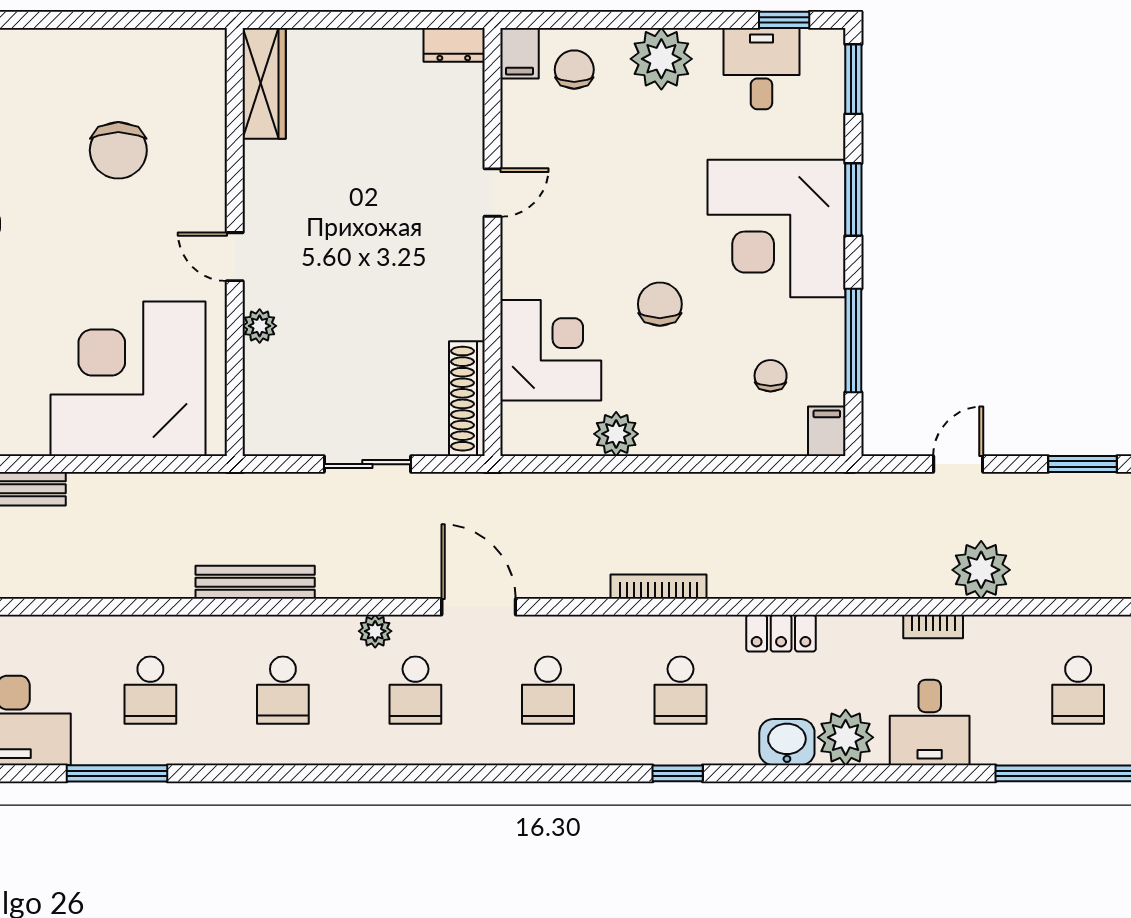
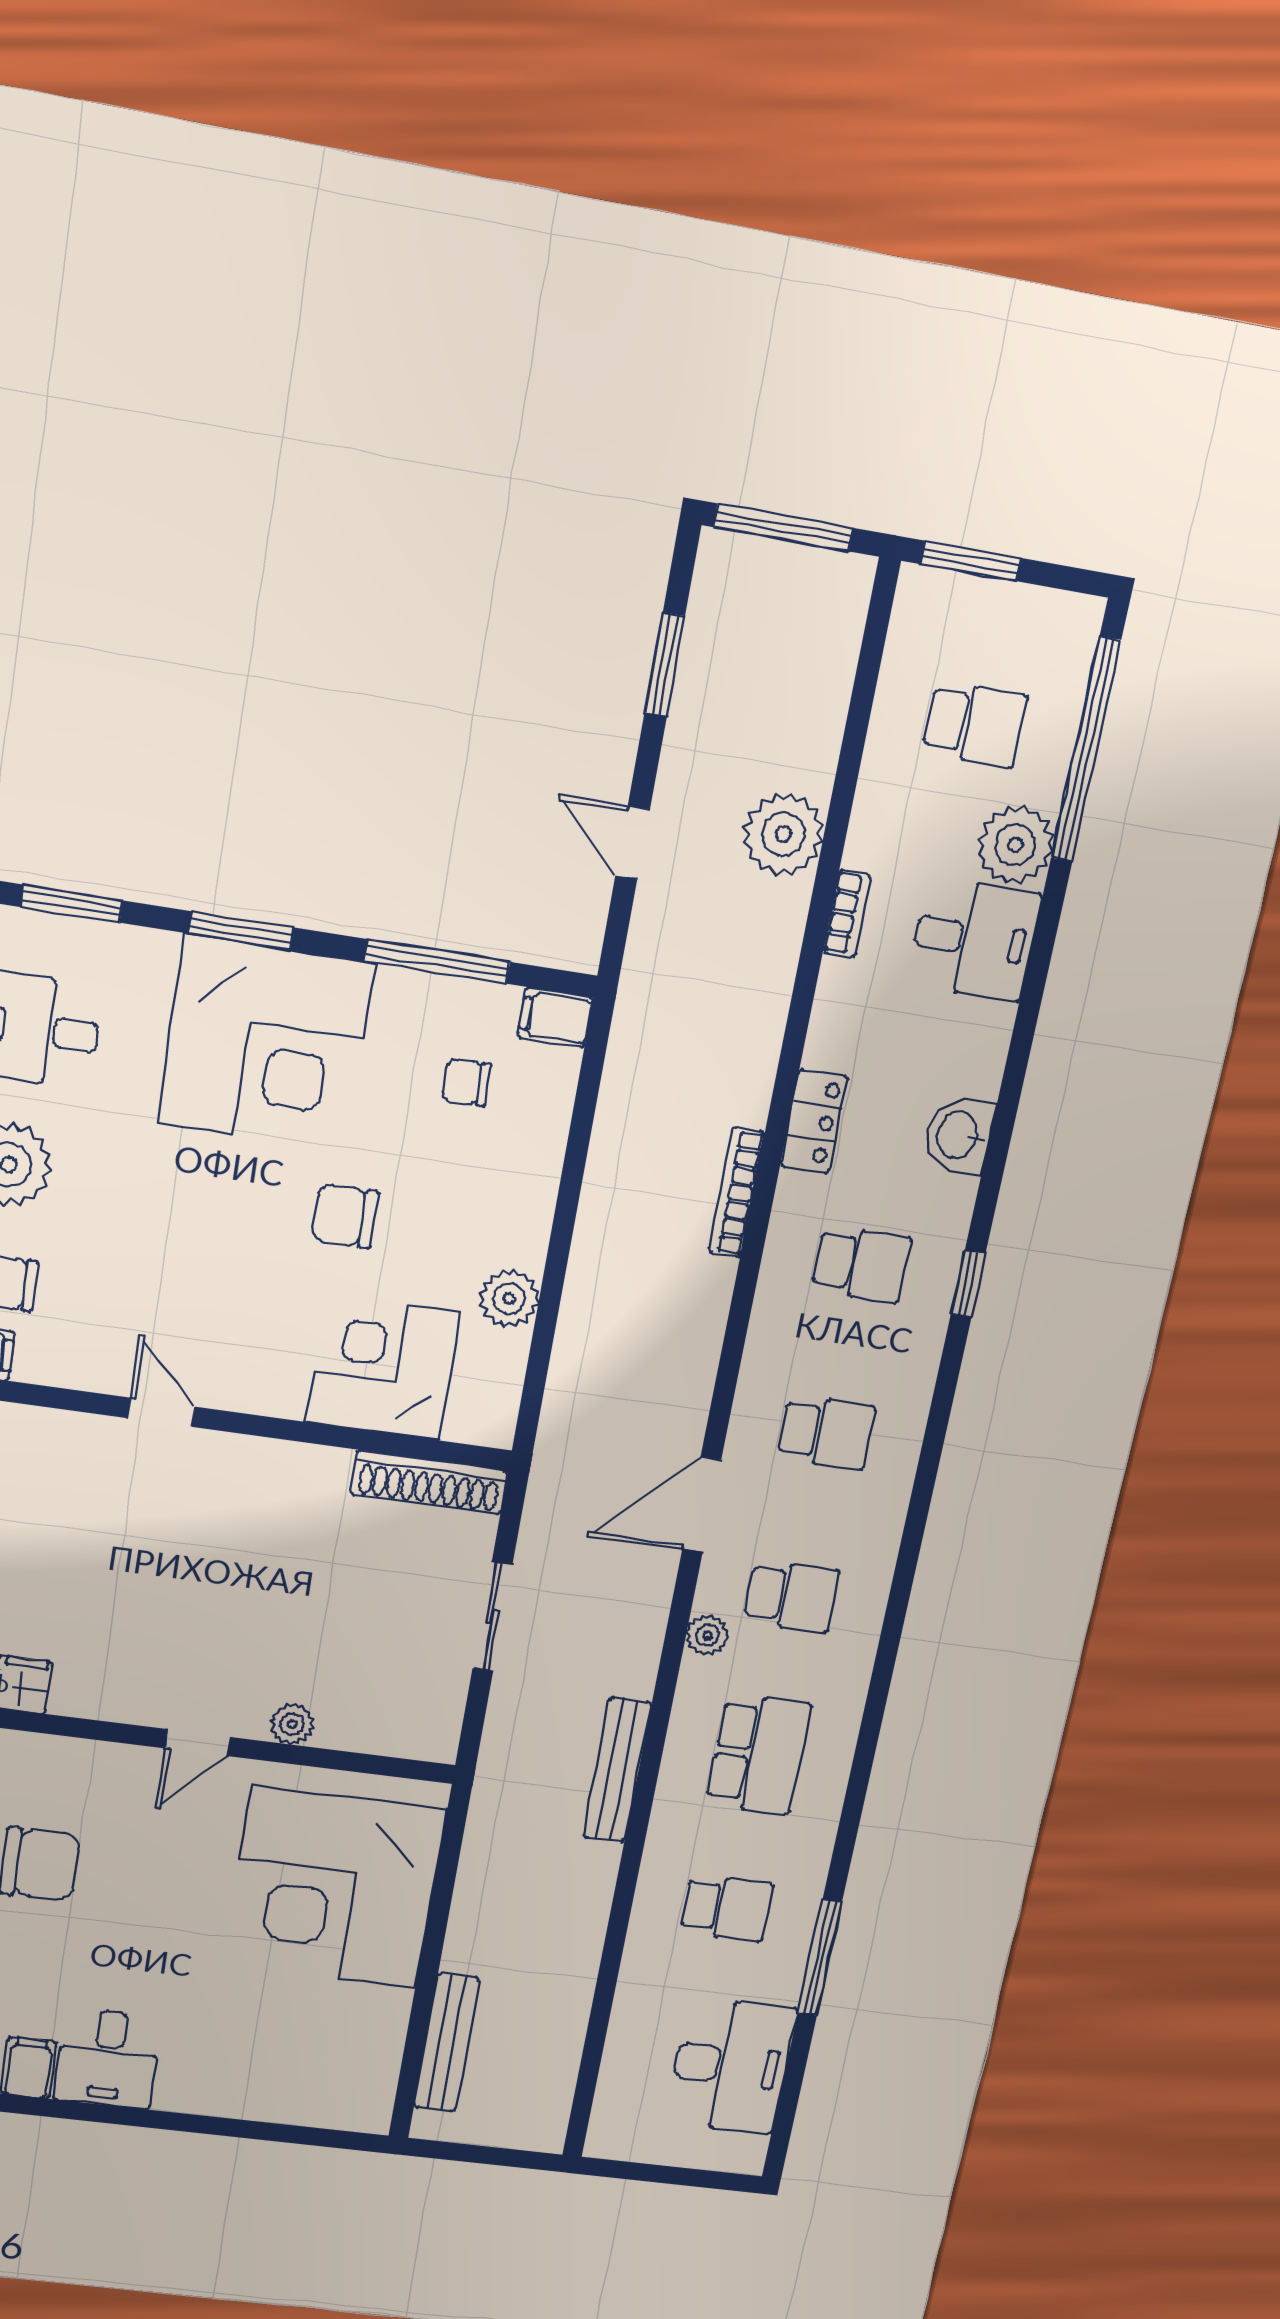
bookcase: (658, 587) -> (736, 1193), moved
school desk: (283, 690) -> (759, 1754), width x1.85
plant: (846, 737) -> (1015, 845), moved

